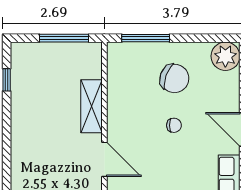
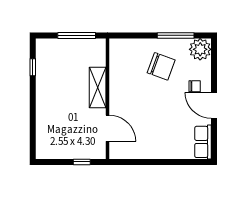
window: (146, 38) -> (176, 35), moved
chair: (174, 125) -> (195, 86), moved

